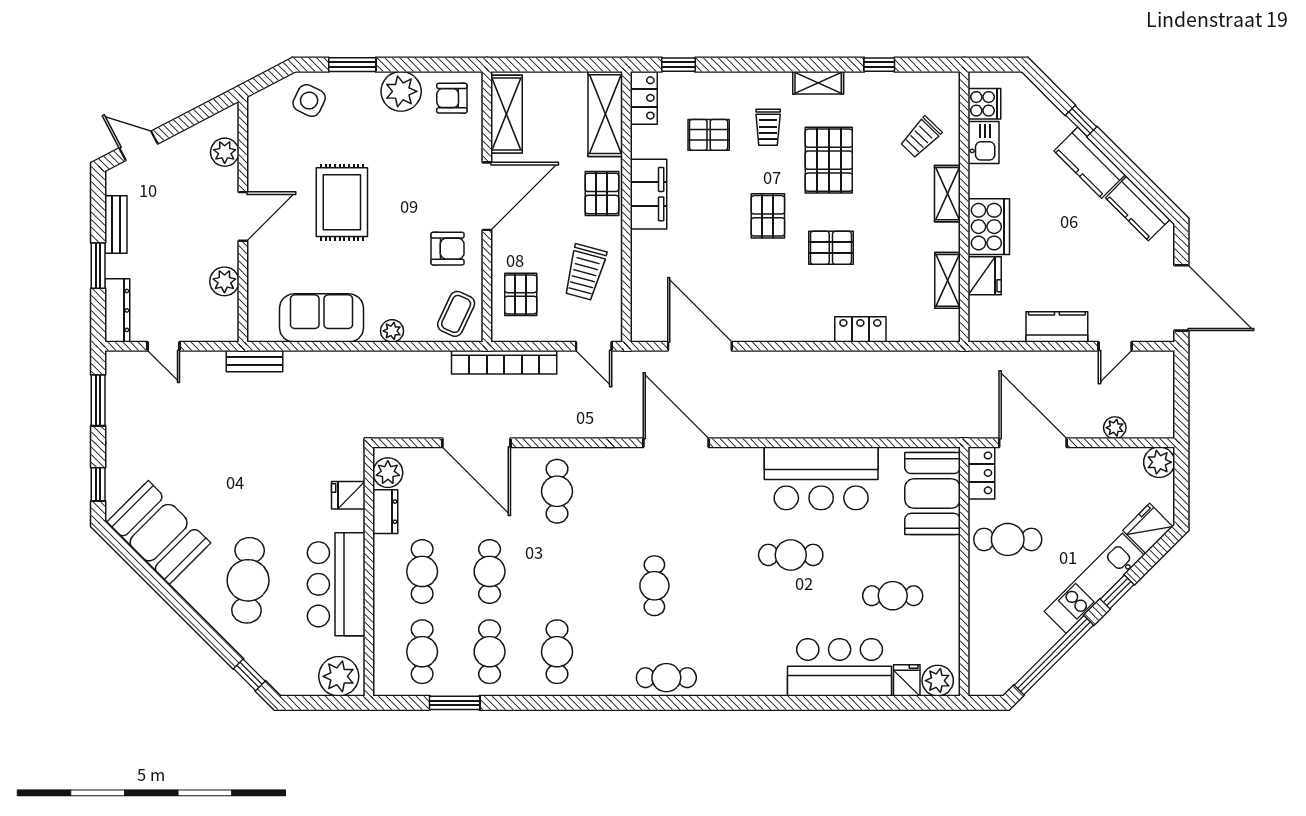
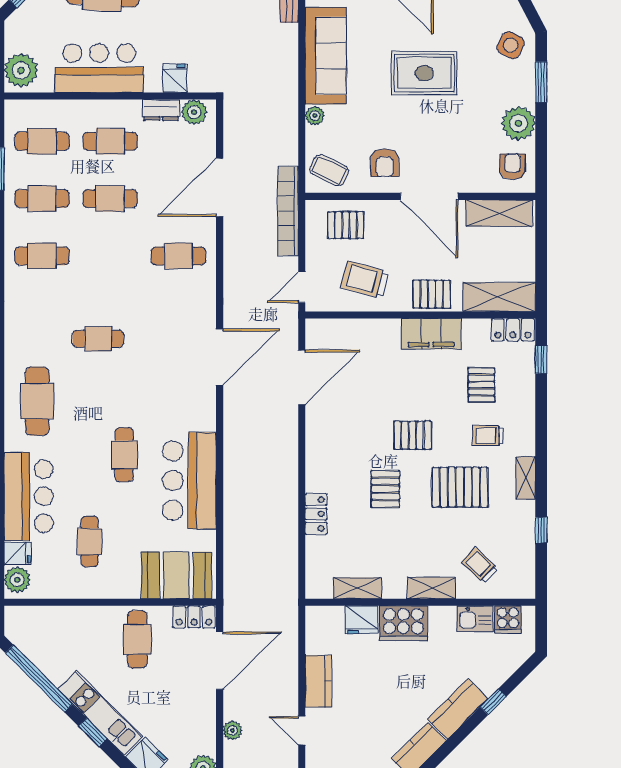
sofa: (322, 318) -> (326, 56), width x1.36
cafe table: (666, 678) -> (37, 401), moved, width x1.37, depth x1.35

